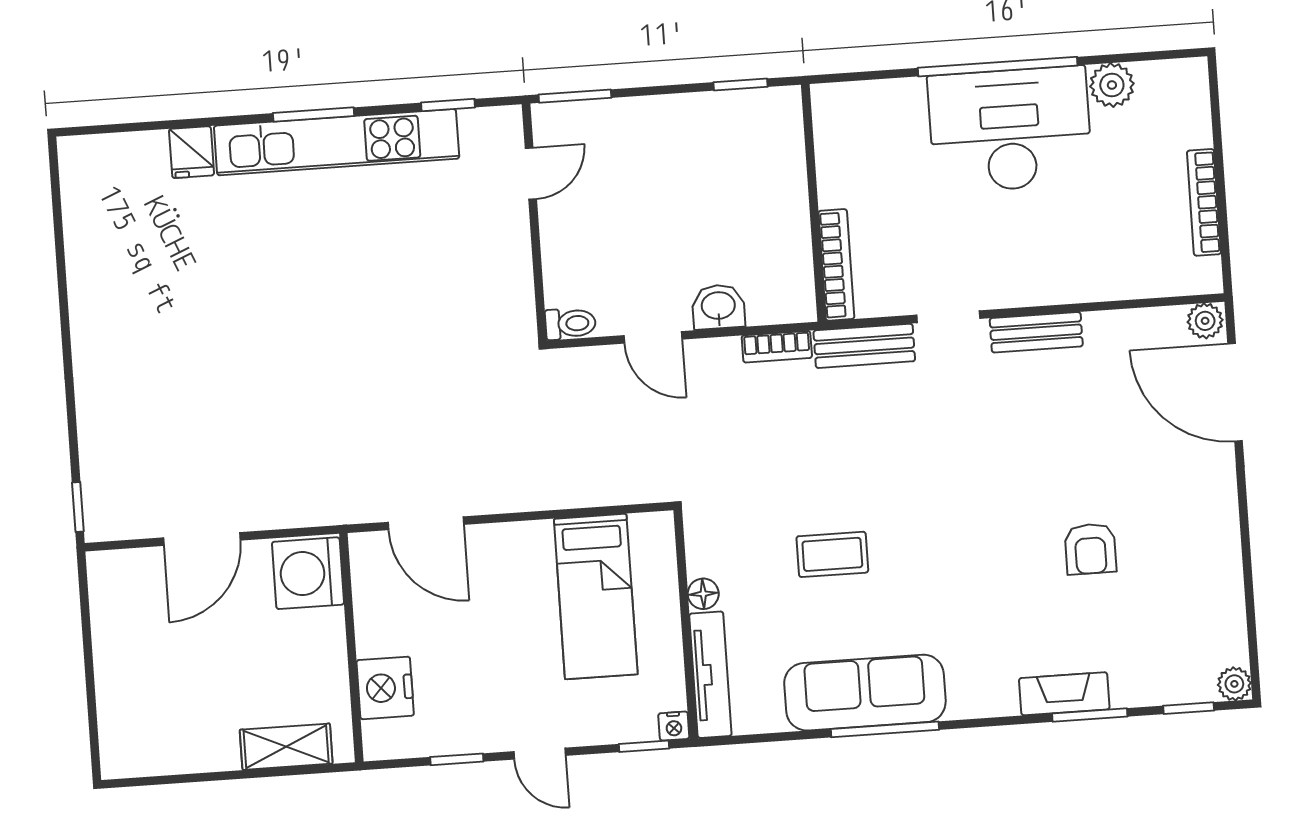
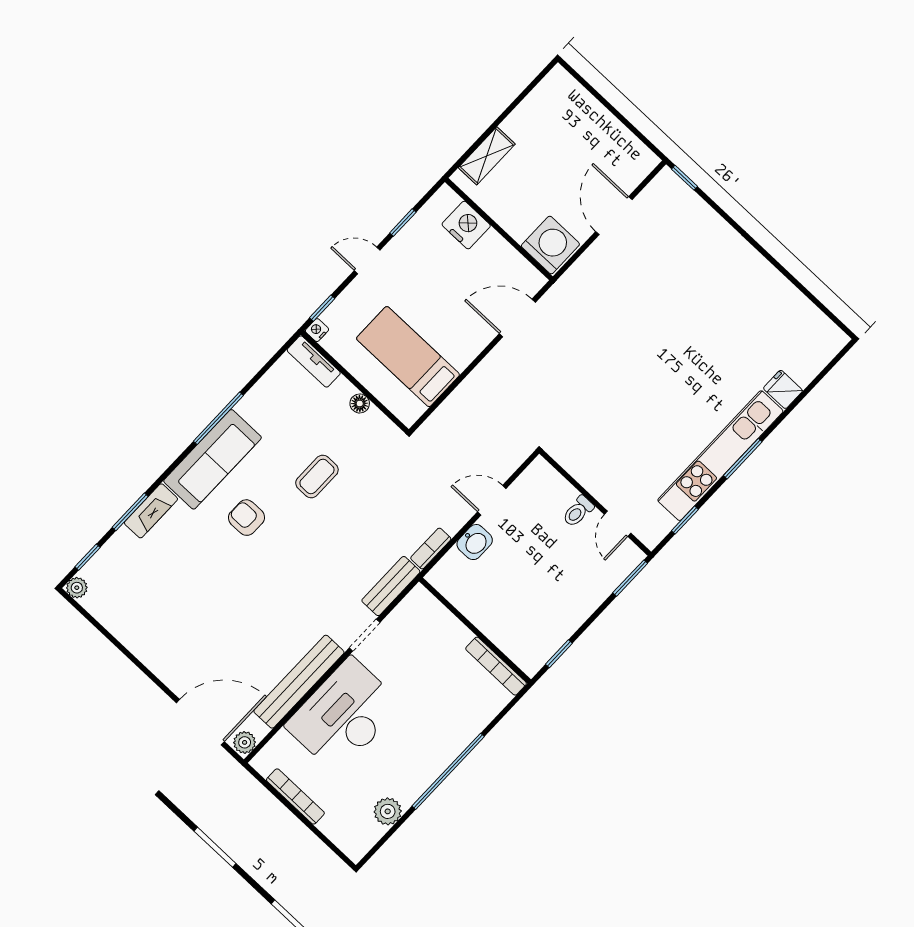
desk: (1010, 130) -> (344, 715), moved, turned 180
bookcase: (836, 265) -> (496, 666), moved
toilet: (570, 324) -> (578, 511), moved
bench: (1036, 332) -> (299, 682), width x1.86, depth x1.21
armchair: (1090, 549) -> (246, 518), moved
tv unit: (710, 675) -> (314, 361), width x0.71
sofa: (865, 693) -> (213, 459), moved

